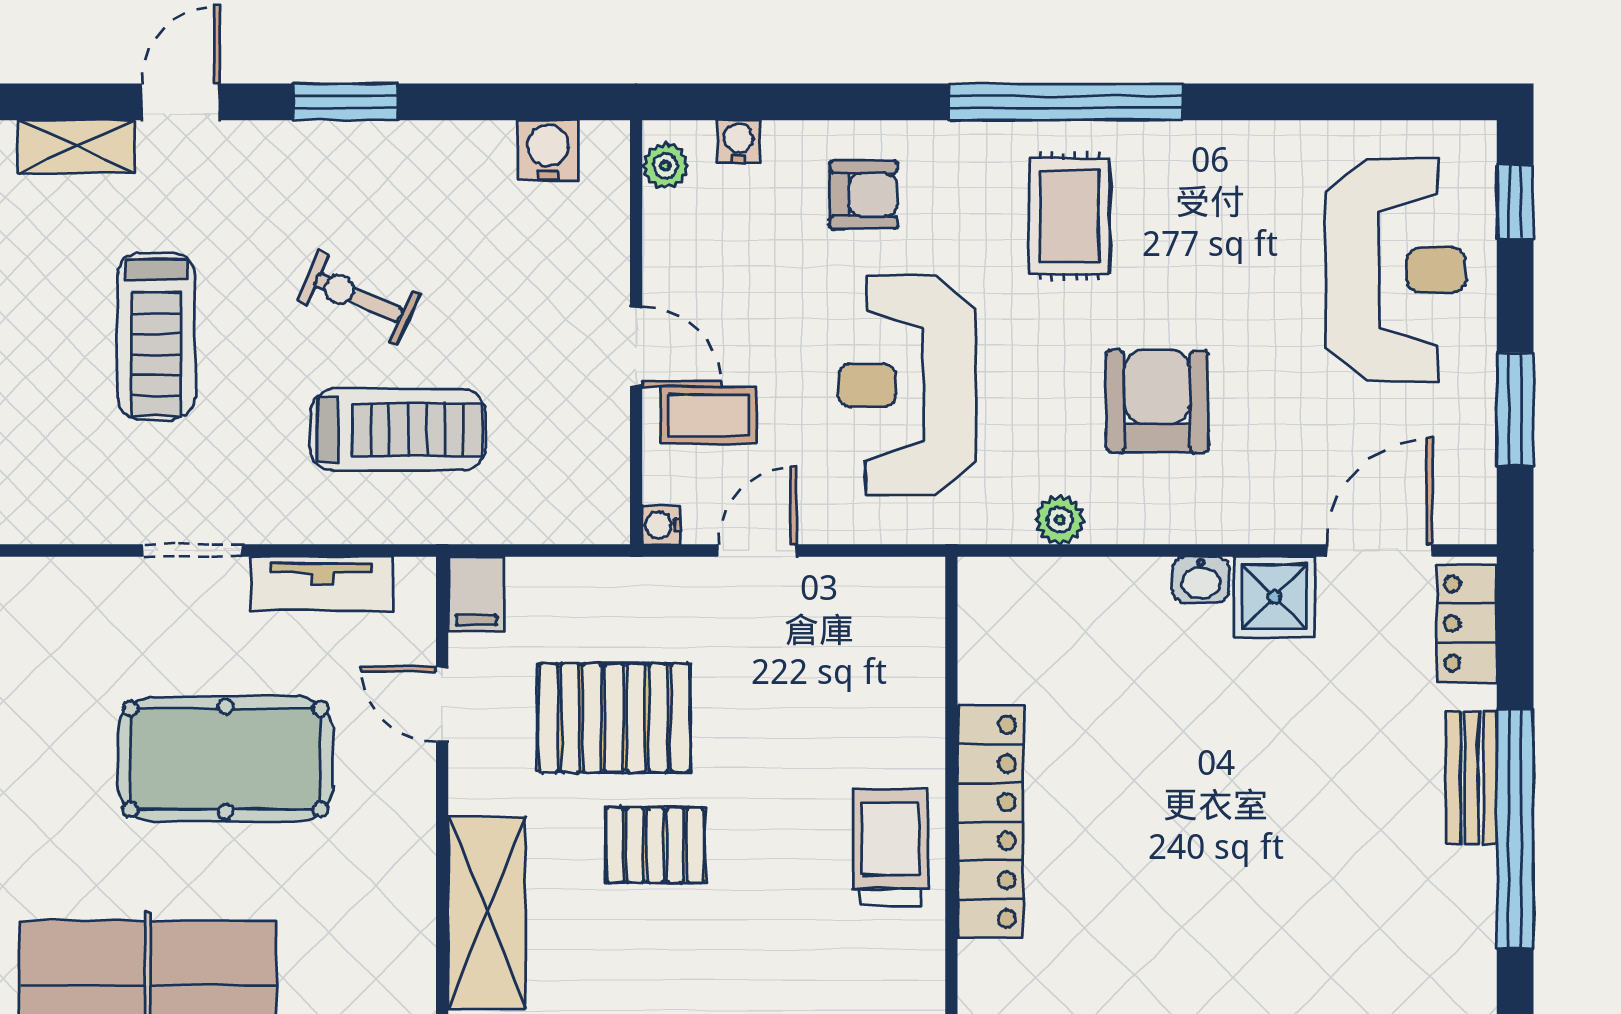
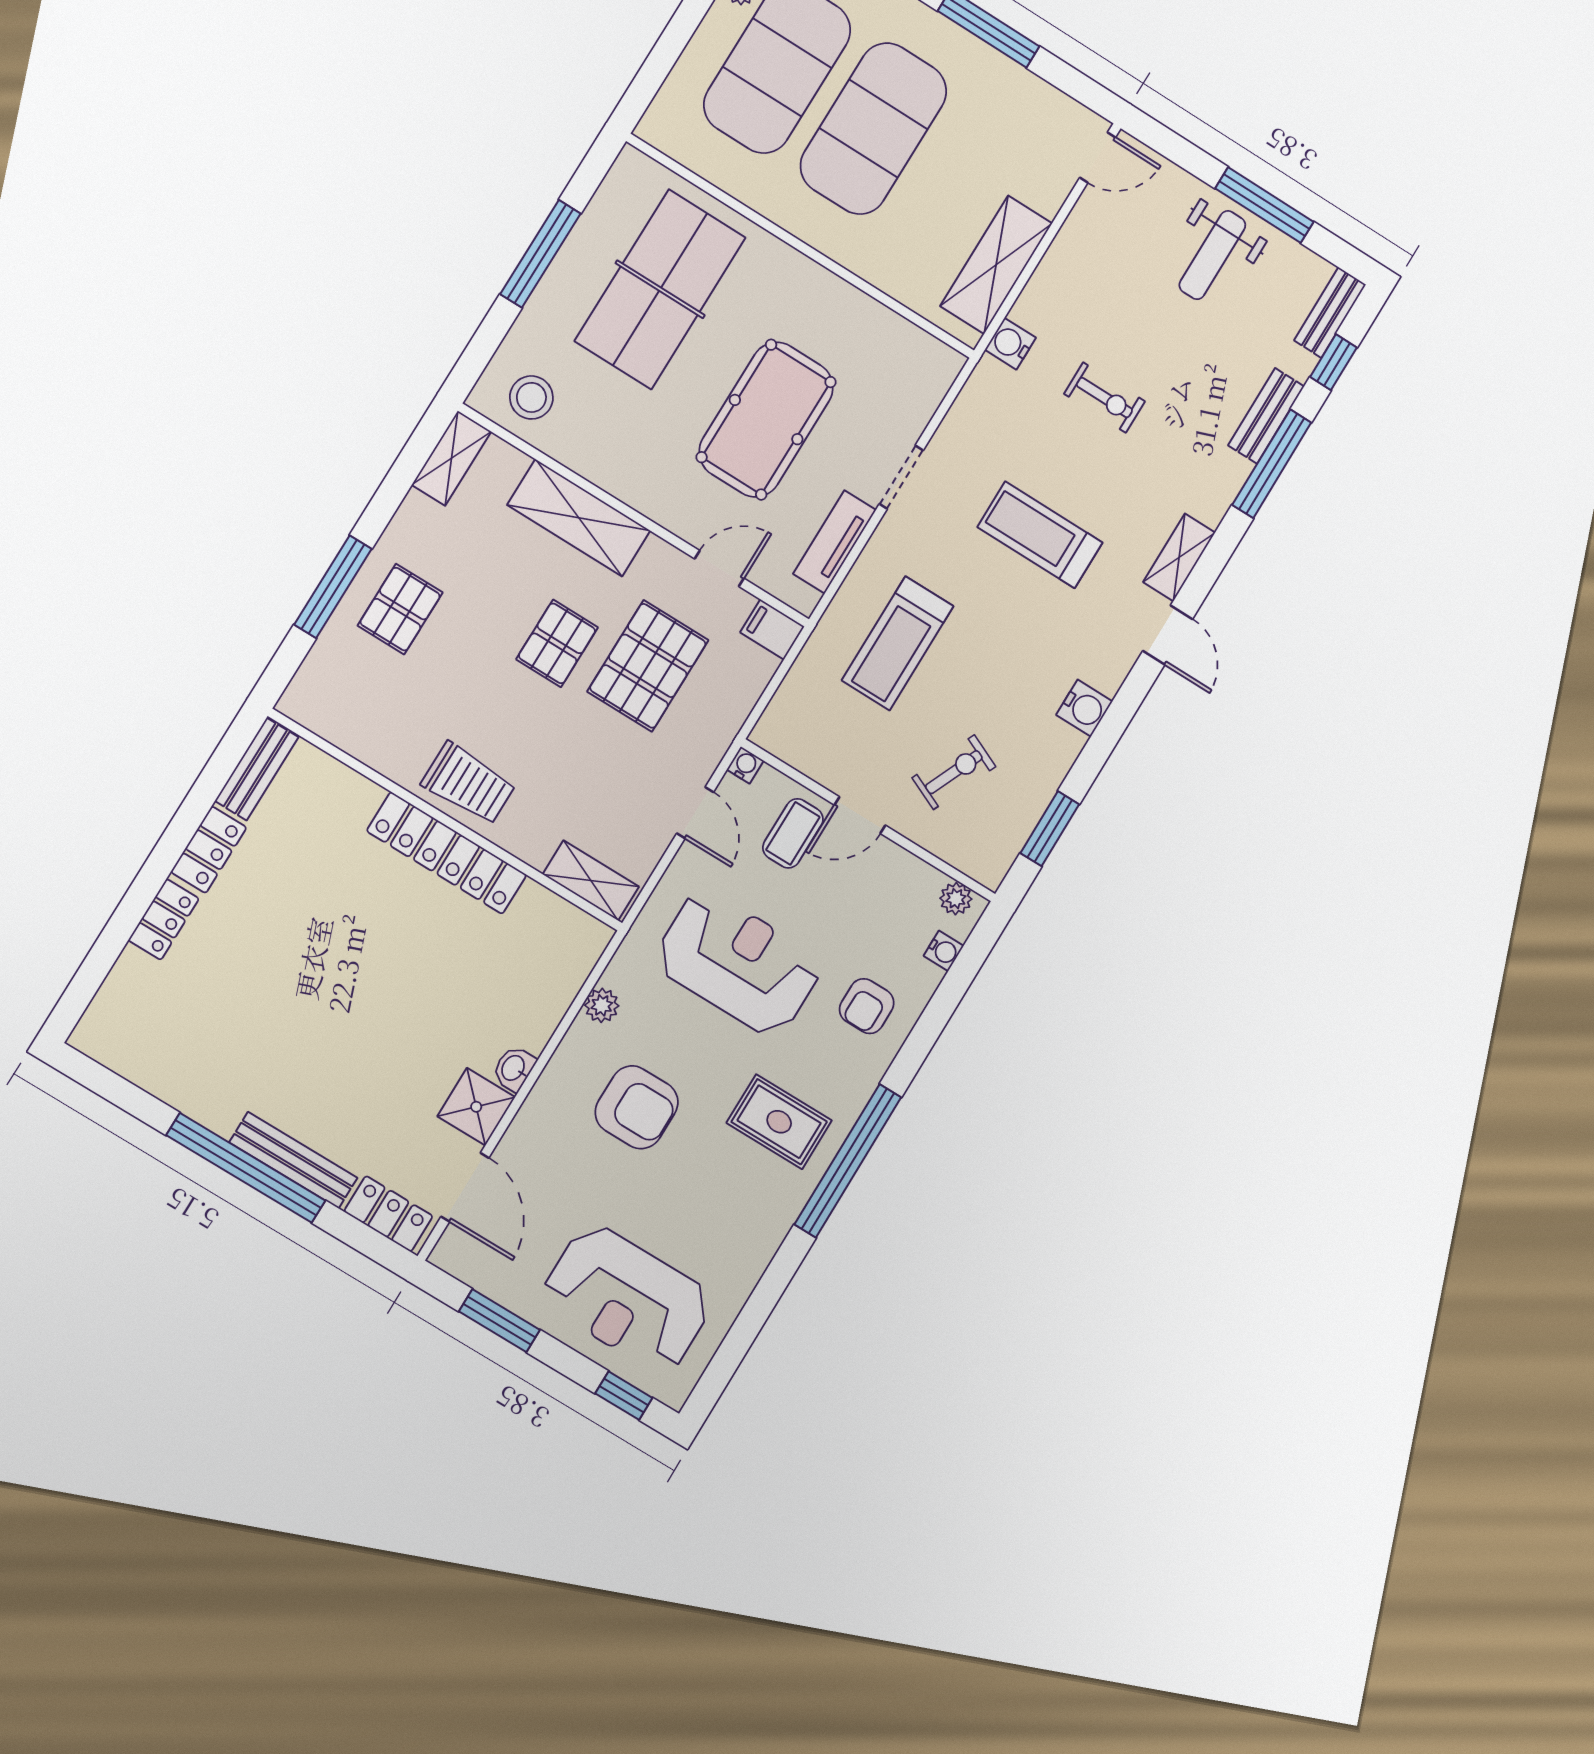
window: (346, 102) -> (1050, 829), moved
water cooler: (548, 150) -> (1084, 708), moved
exercise bike: (359, 298) -> (954, 772), moved
shelving: (917, 627) -> (591, 880), added
bench: (1472, 778) -> (293, 1160), width x1.36

